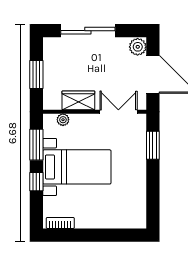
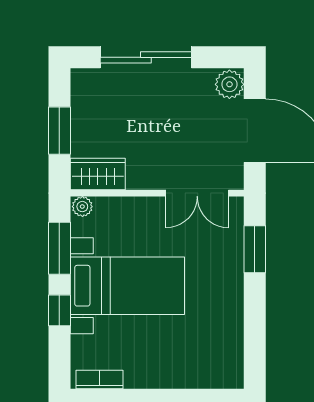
wardrobe: (78, 100) -> (98, 174), moved
double door: (118, 112) -> (197, 193), swing flipped
plant: (63, 120) -> (82, 207), moved

